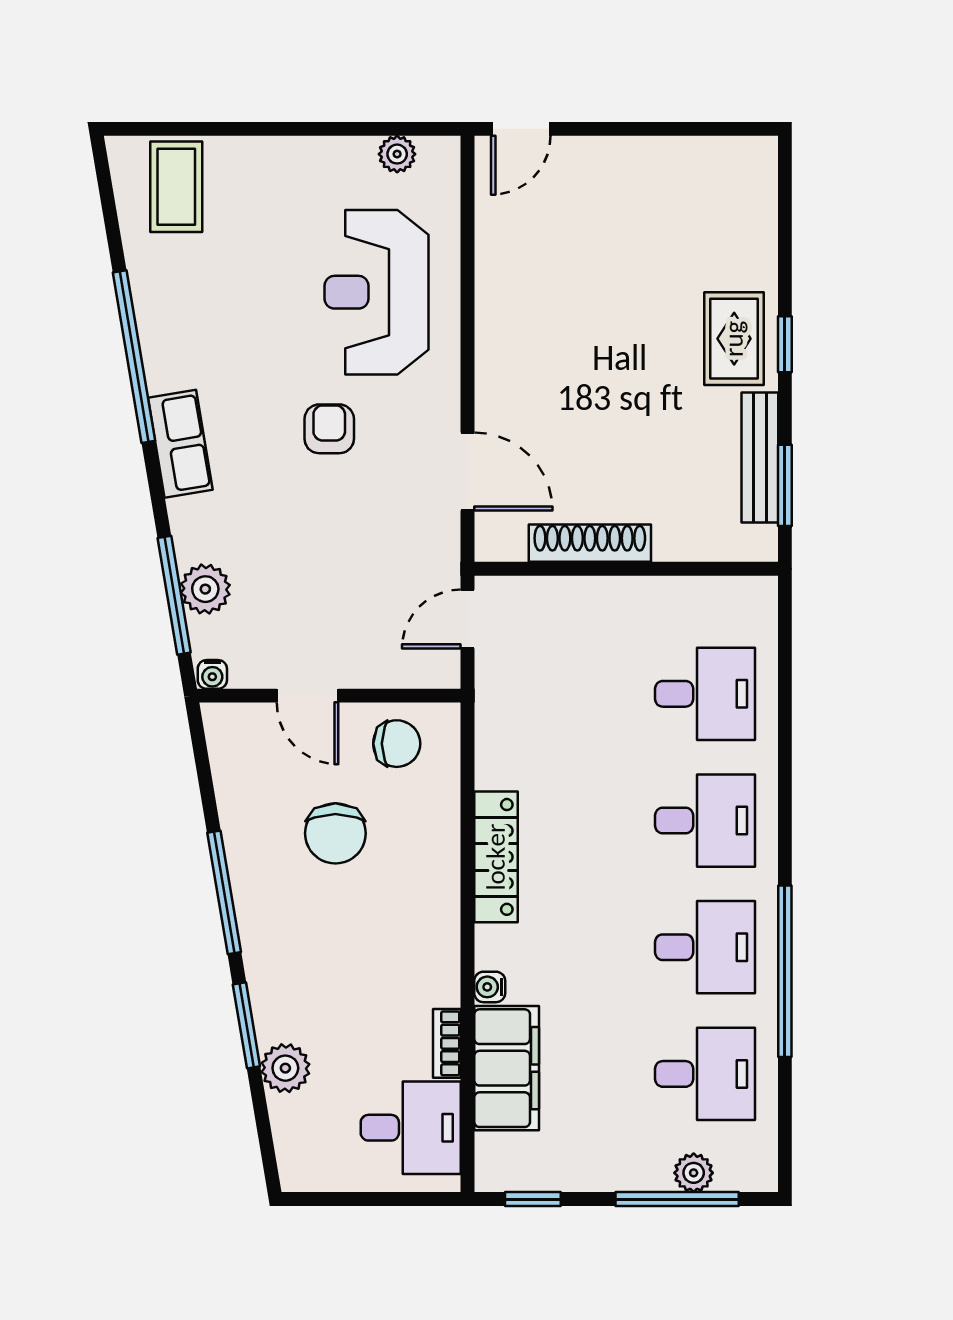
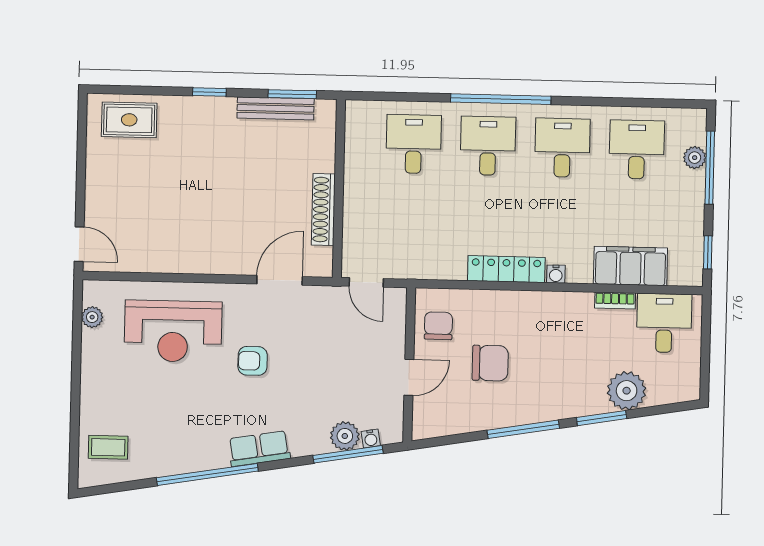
coffee table: (176, 187) -> (108, 447), width x0.73, depth x0.77
rug: (734, 339) -> (129, 120), moved
water cooler: (212, 674) -> (371, 438), moved, turned 80
window: (785, 971) -> (501, 99), moved
water cooler: (490, 987) -> (556, 274), moved
plant: (285, 1068) -> (627, 391), width x1.36, depth x1.36

